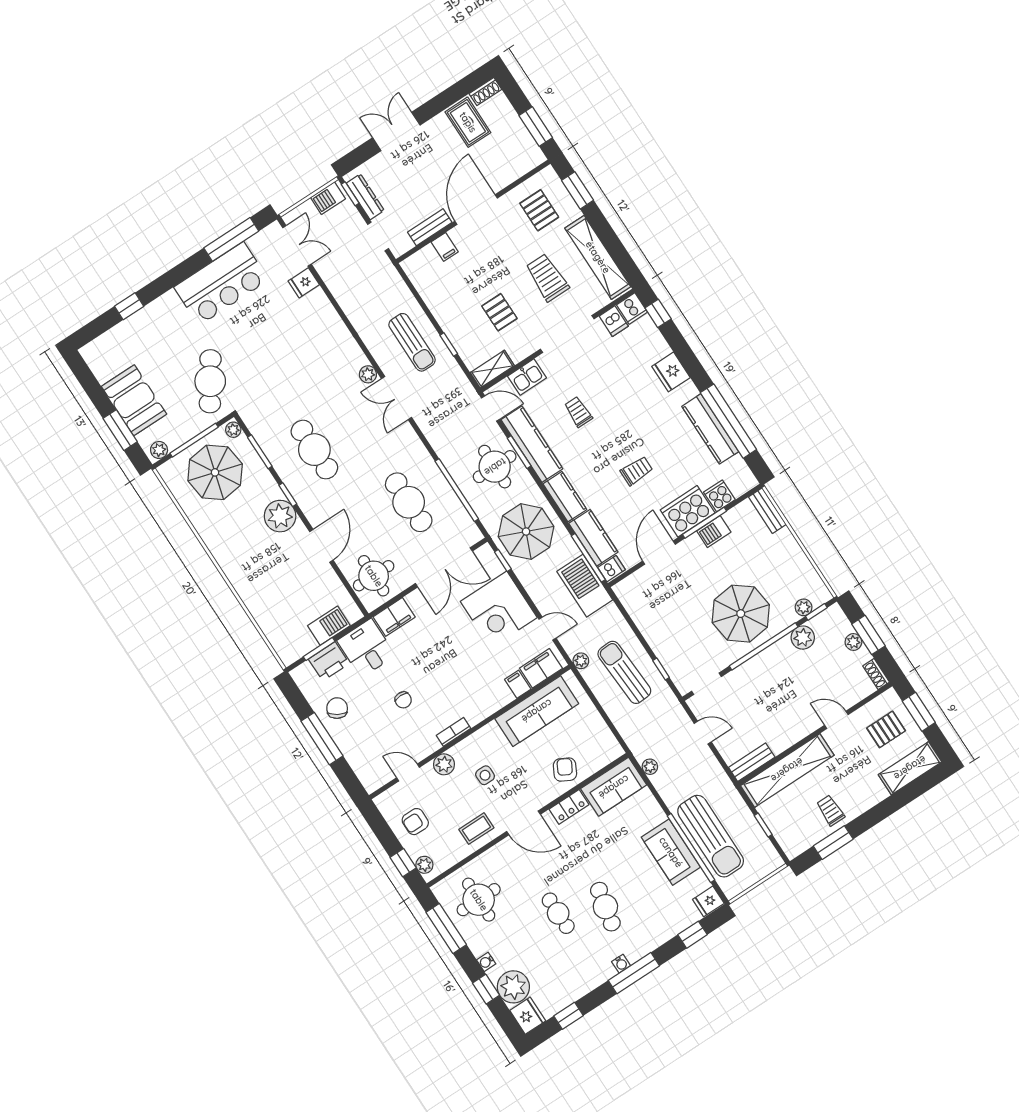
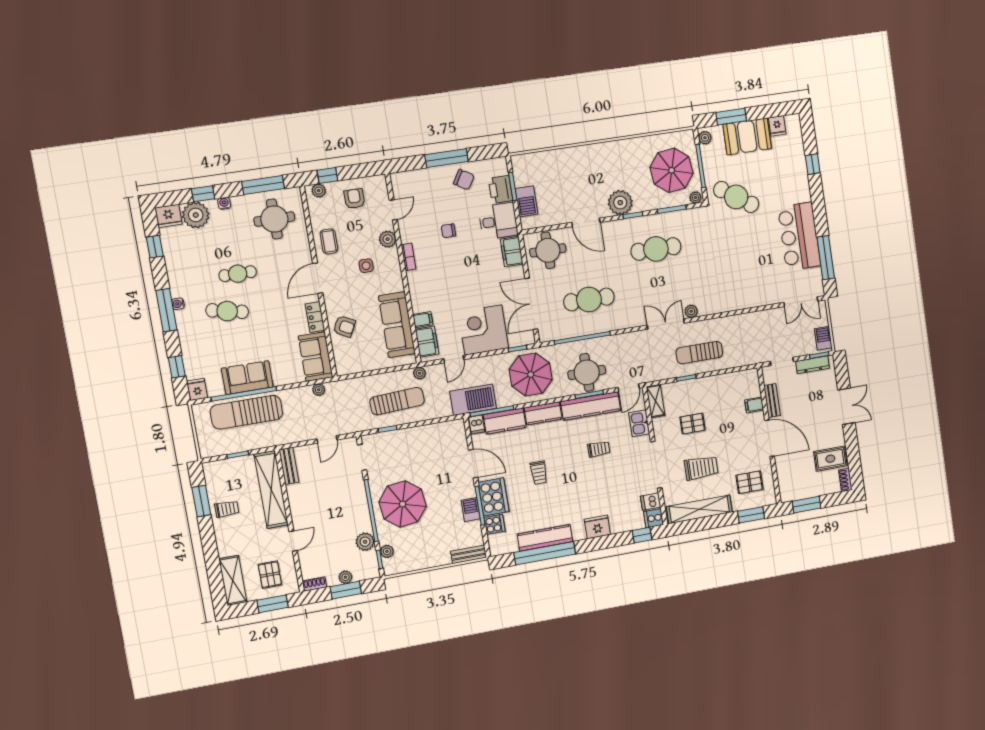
fridge: (304, 283) -> (777, 126), moved, turned 180

